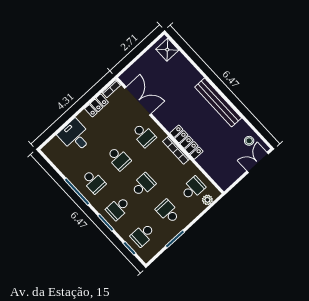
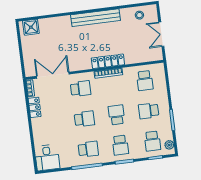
desk: (75, 136) -> (47, 158), moved, turned -90
double door: (258, 162) -> (161, 34), moved
school desk: (193, 188) -> (145, 81), turned 180
plant: (207, 200) -> (169, 145), moved

